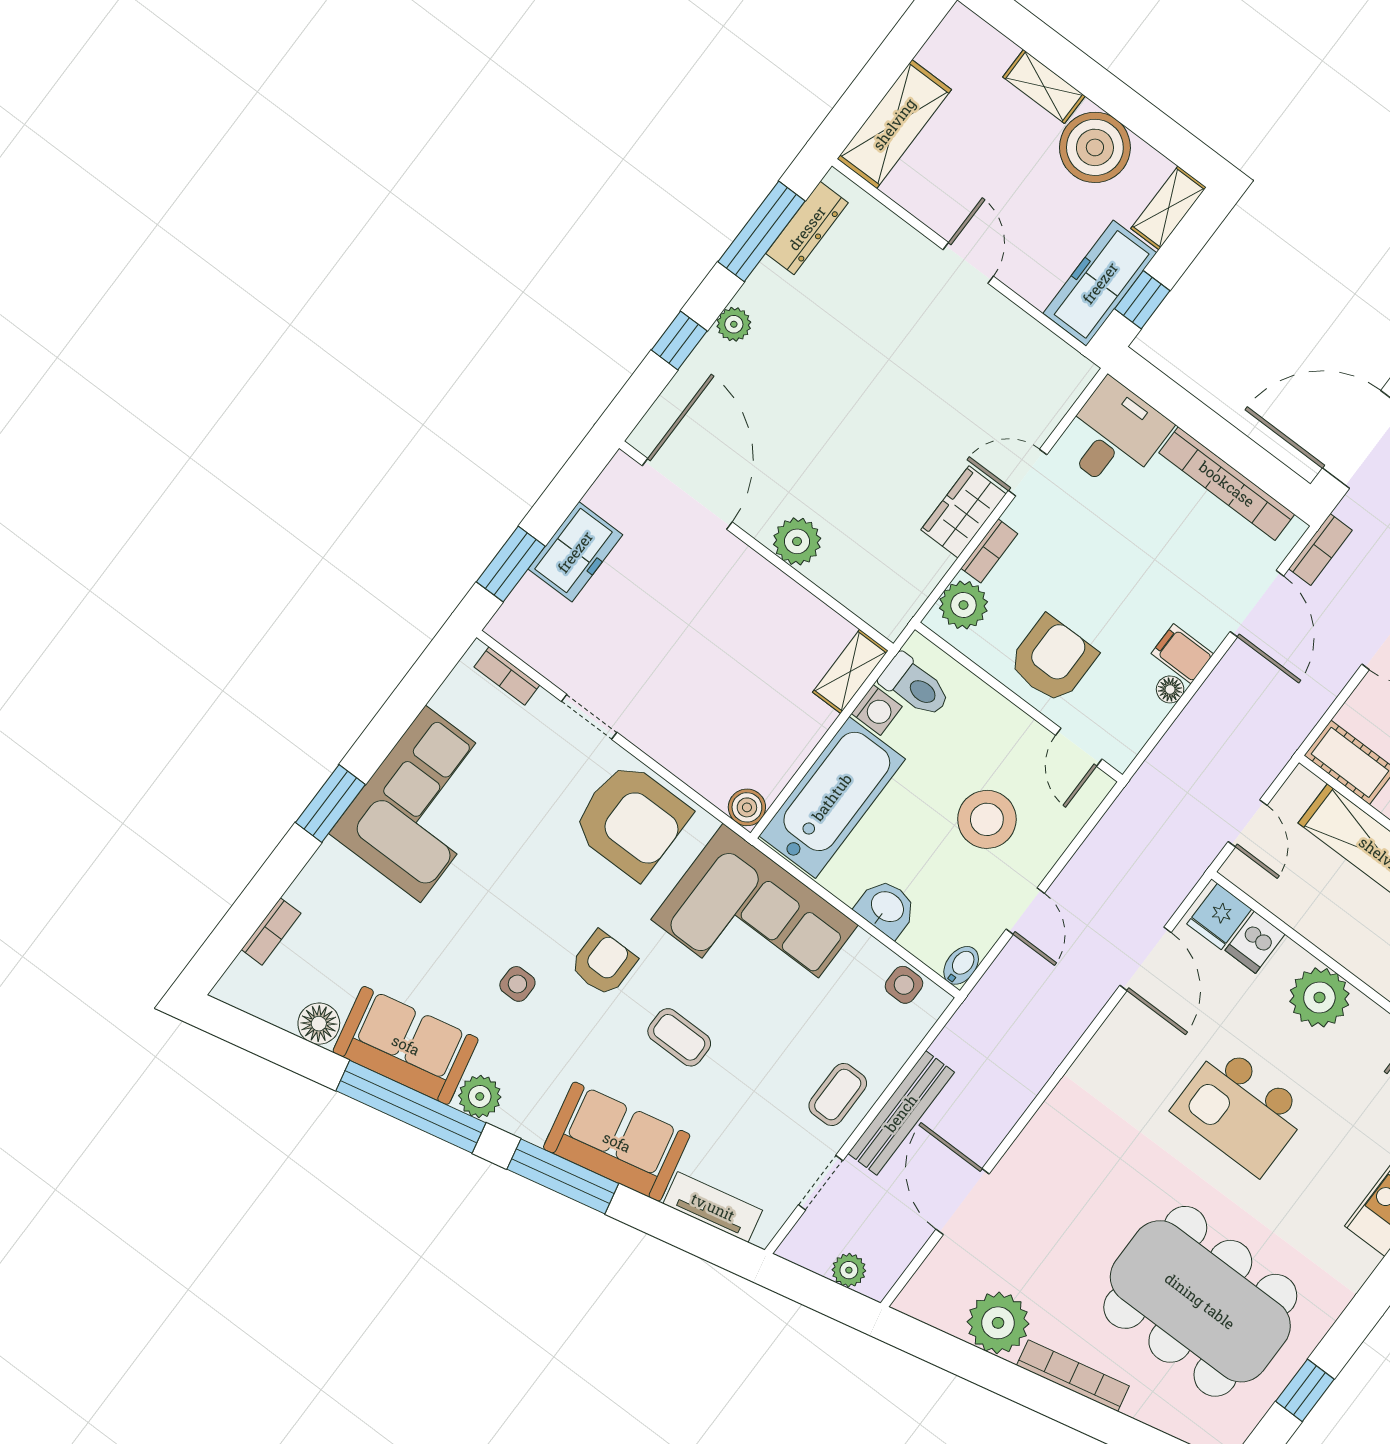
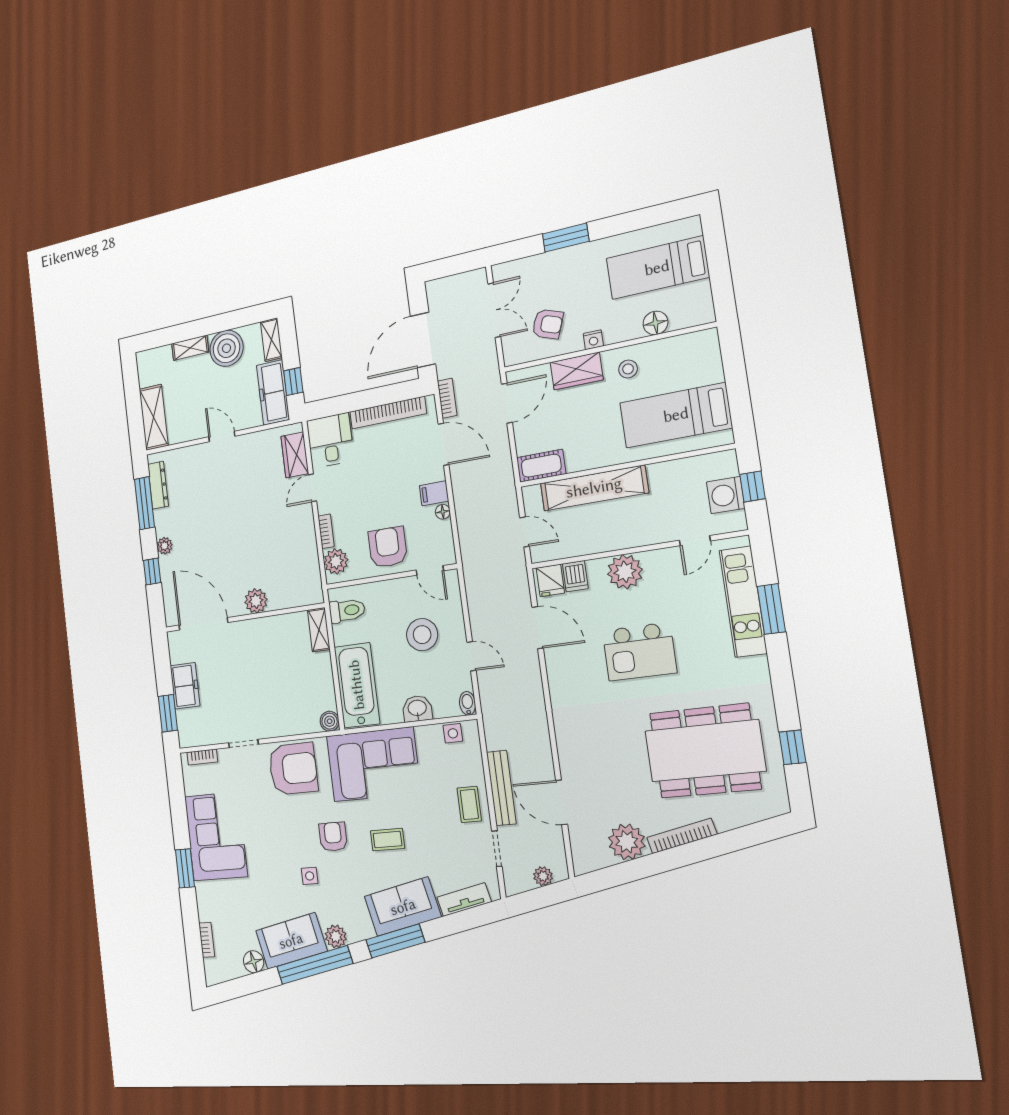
wardrobe: (964, 512) -> (295, 455), moved
washing machine: (877, 710) -> (342, 634), removed

